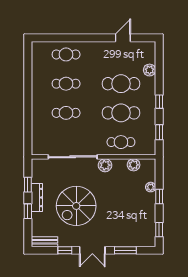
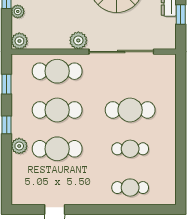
plant: (150, 70) -> (19, 146), moved
cafe table: (66, 113) -> (130, 110), width x1.37, depth x1.35
cafe table: (121, 142) -> (57, 71), width x1.37, depth x1.35
plant: (134, 165) -> (19, 41), moved

